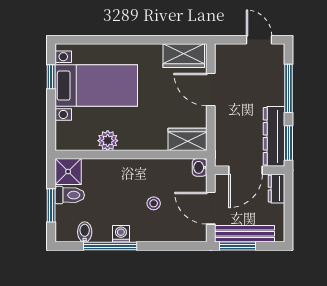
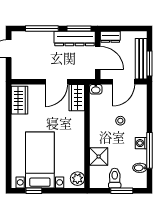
door: (211, 89) -> (56, 82), moved
plant: (108, 141) -> (77, 179), moved
shower: (68, 172) -> (99, 156), moved

